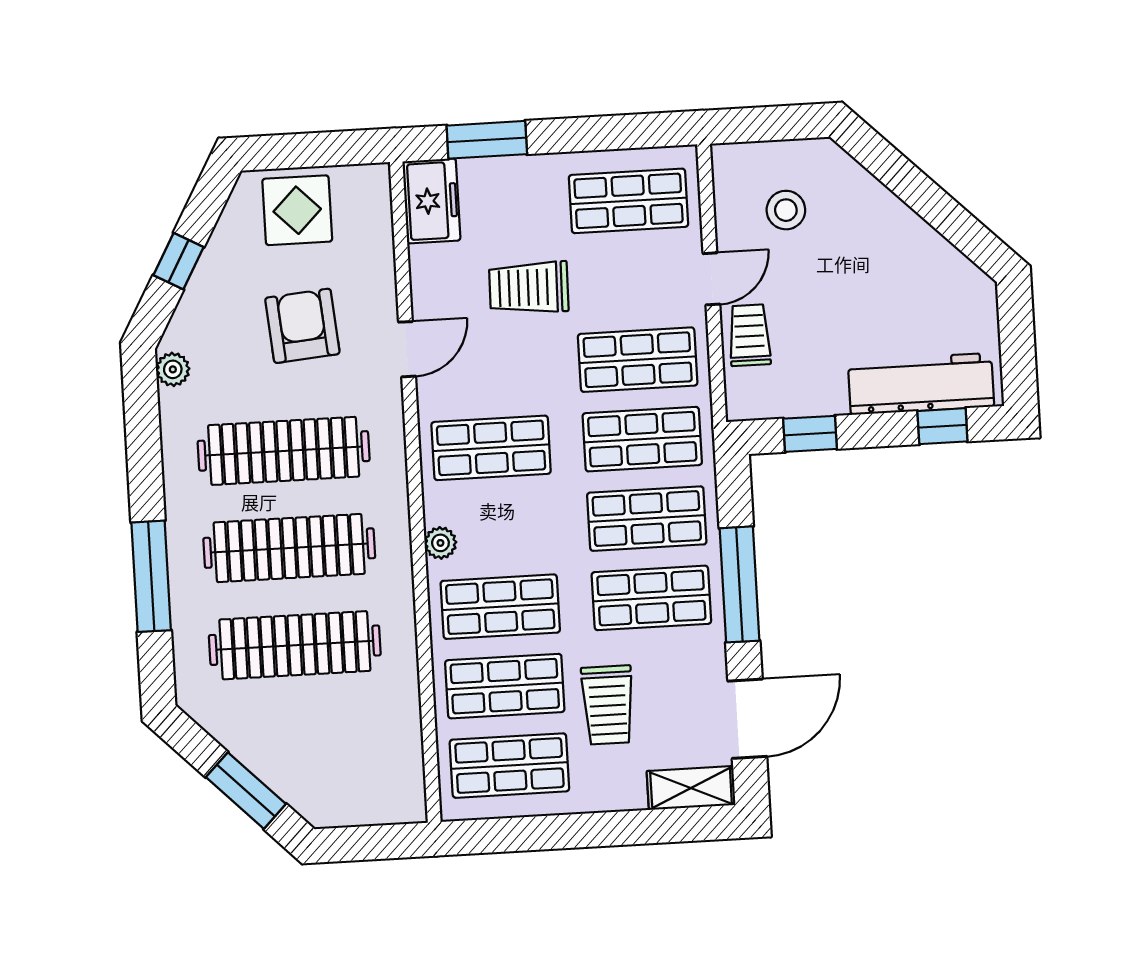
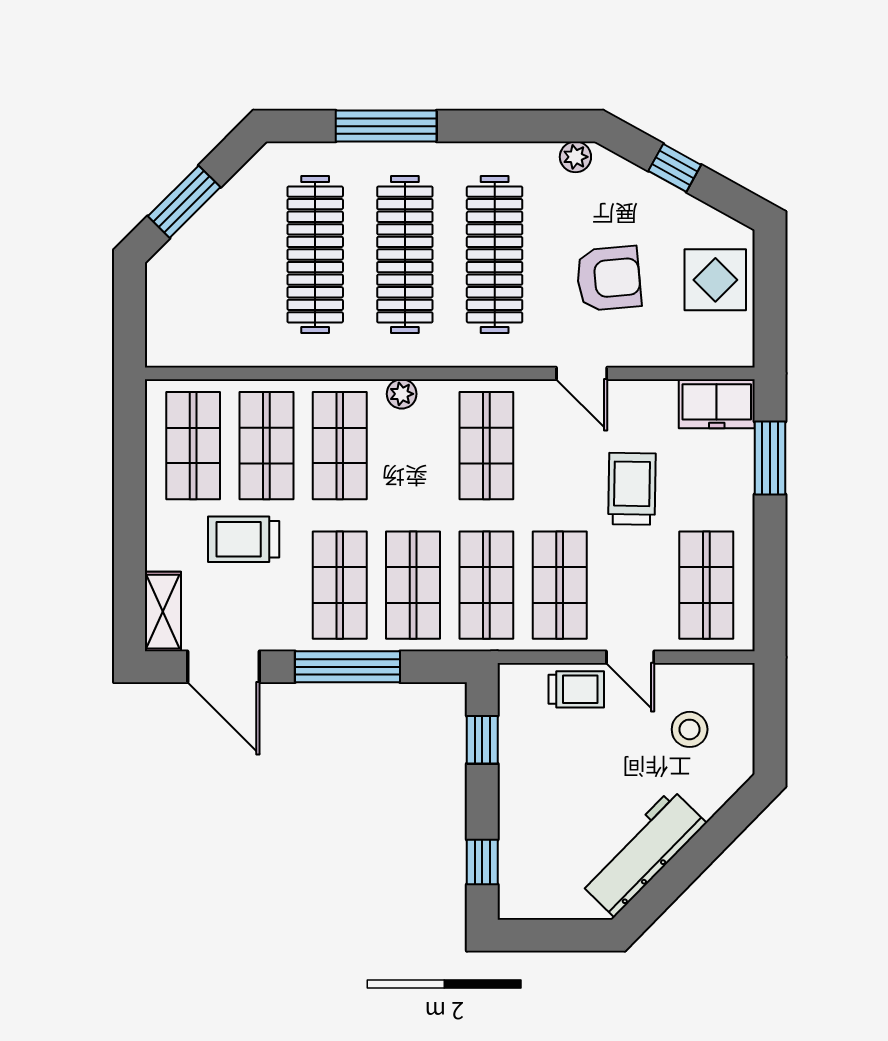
workbench: (921, 384) -> (643, 853), moved, turned -136

